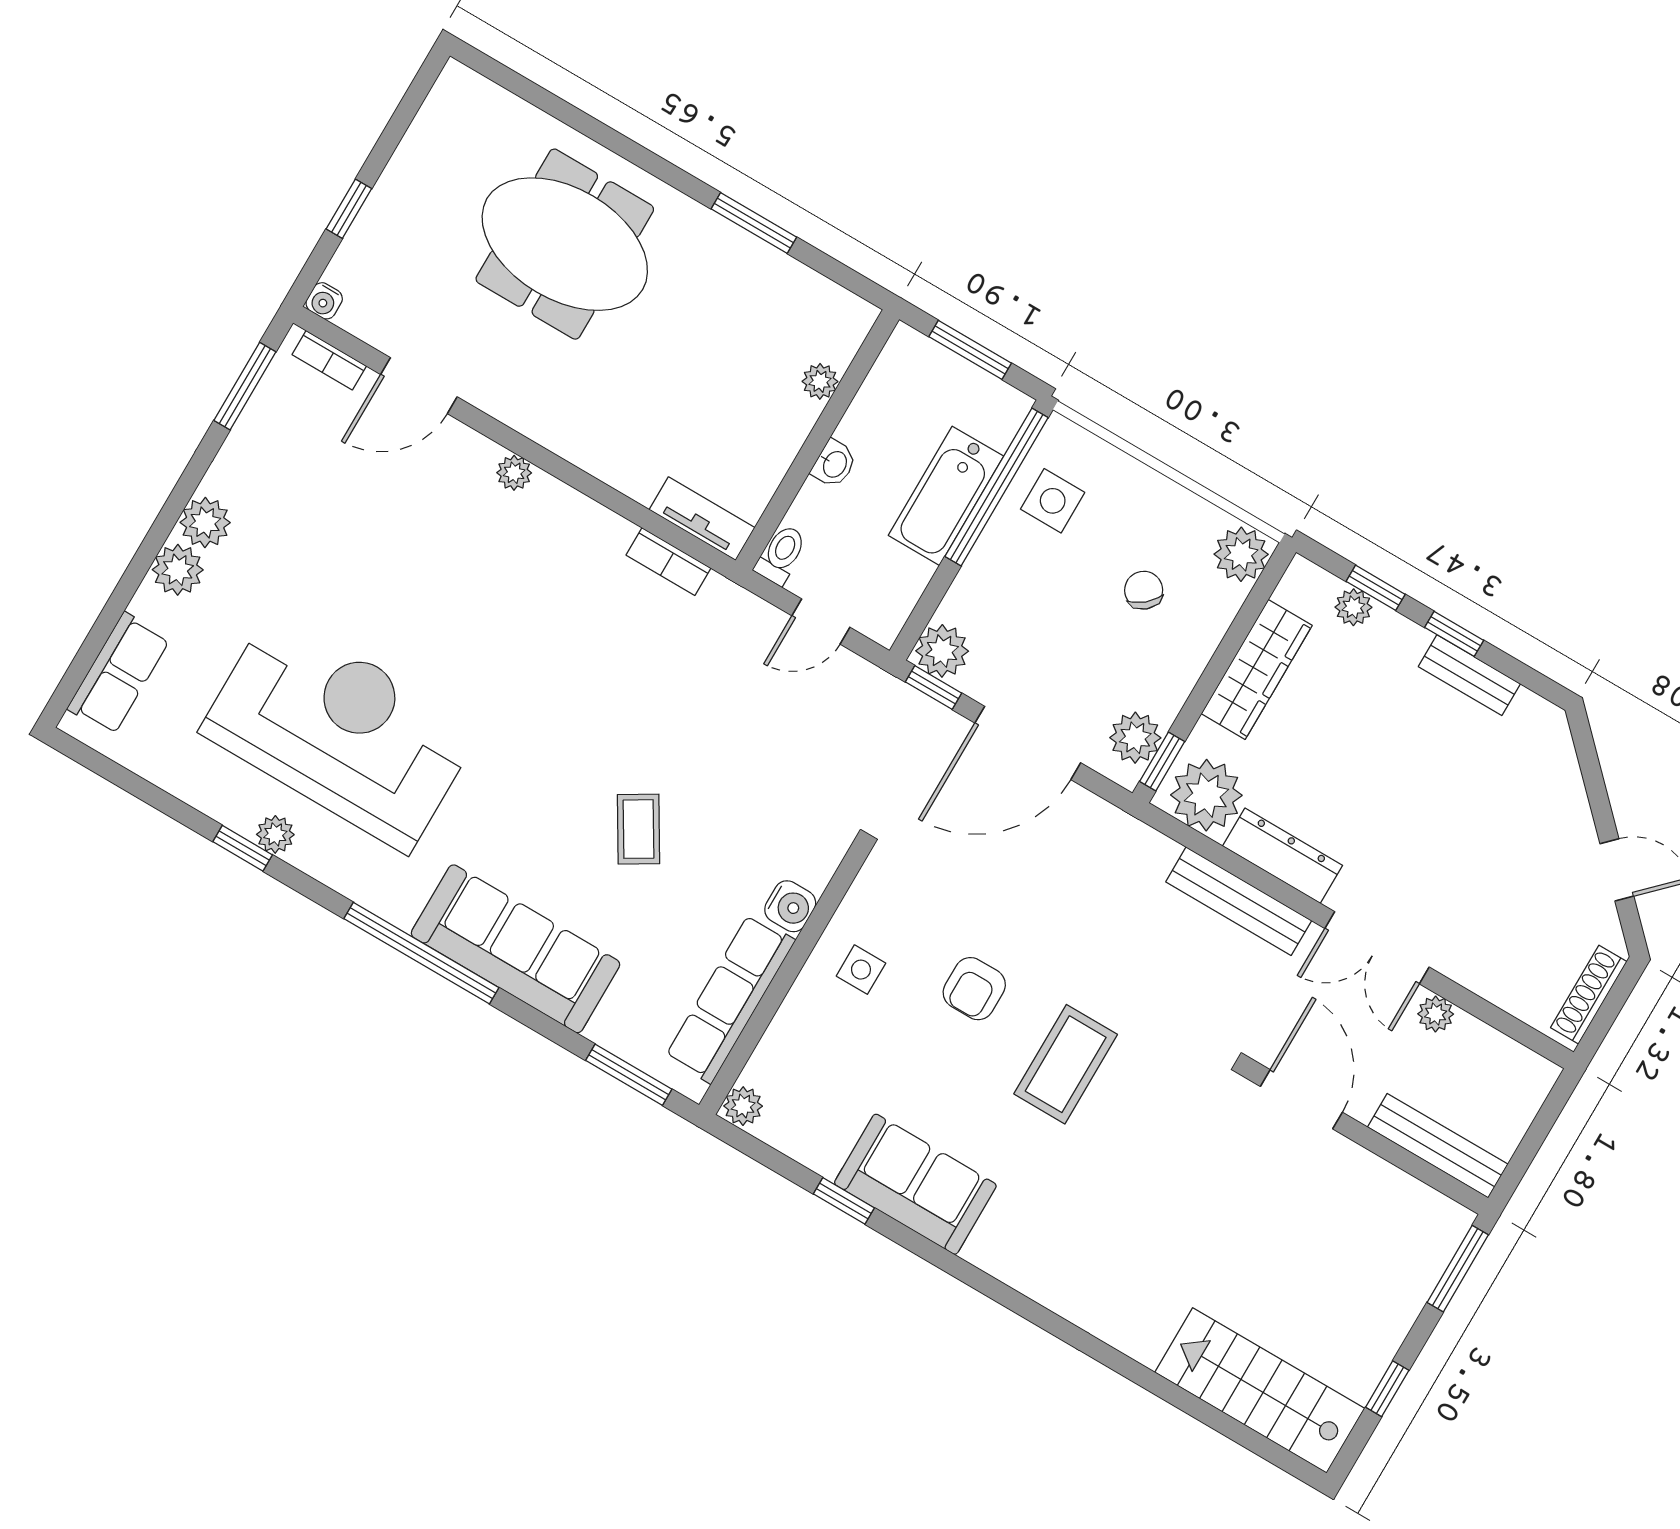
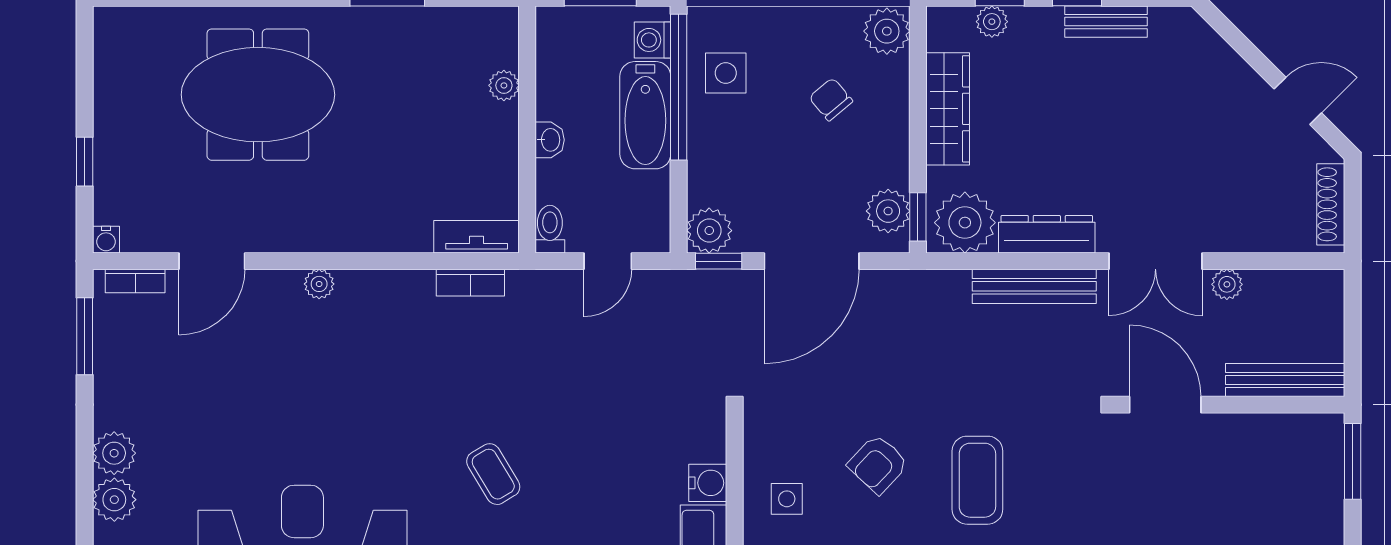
washing machine: (998, 424) -> (653, 40), added
coffee table: (639, 829) -> (493, 474), moved
armchair: (974, 989) -> (878, 464), turned 43

